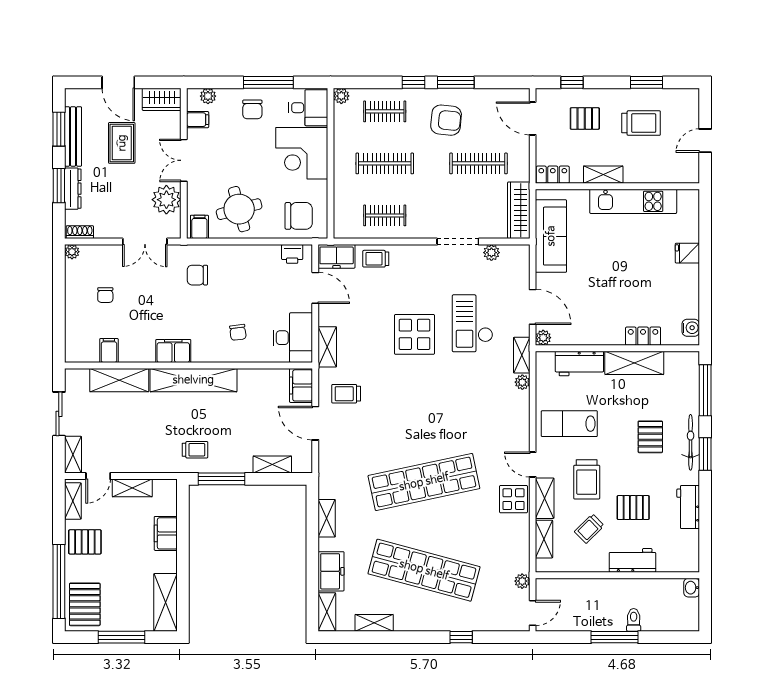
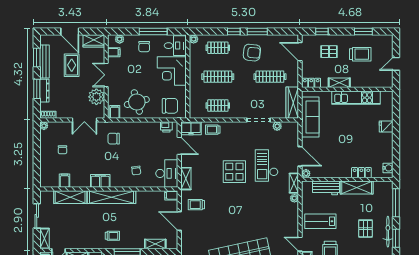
filing cabinet: (301, 385) -> (171, 195), width x0.50

